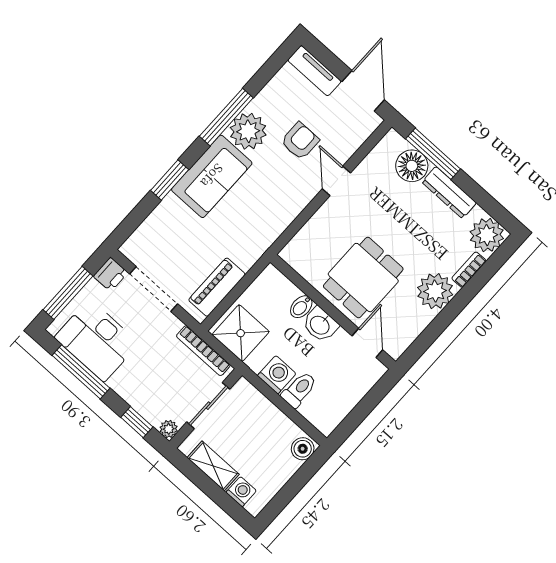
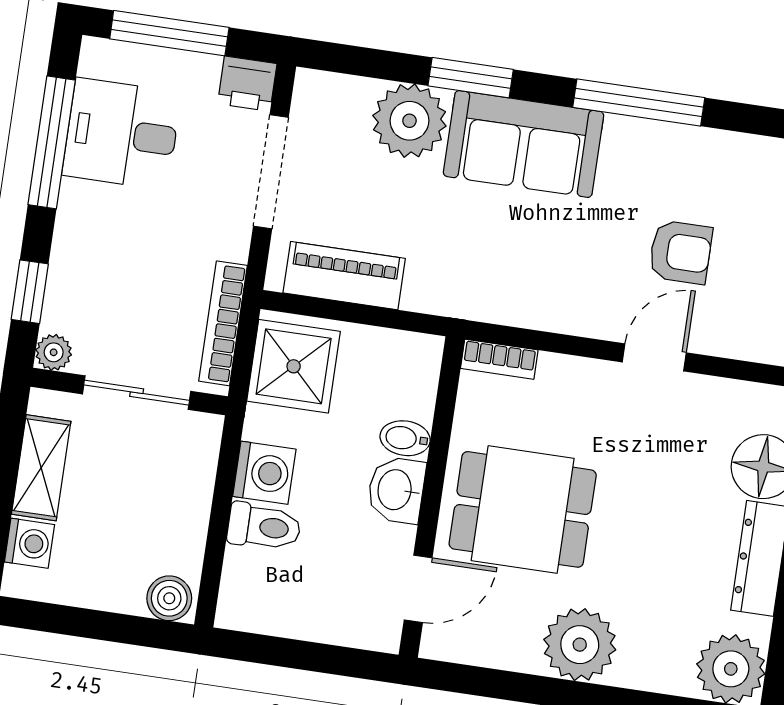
plant: (248, 131) -> (409, 121), moved
bookcase: (469, 270) -> (499, 359), moved, turned 180
desk: (97, 340) -> (122, 134), width x0.73

